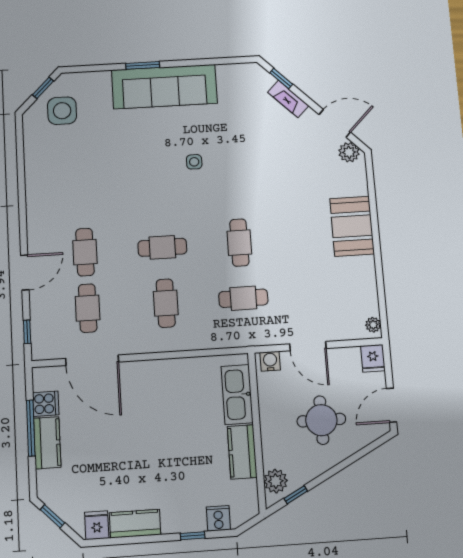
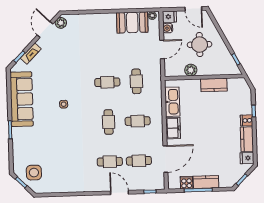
sofa: (164, 87) -> (22, 99), moved
booth: (352, 226) -> (132, 22), moved
water cooler: (270, 361) -> (168, 28), moved
freezer: (154, 373) -> (173, 128), added
kitchen sink: (237, 395) -> (172, 102), moved, turned -90
plant: (276, 481) -> (191, 70), moved
cooker: (218, 518) -> (247, 120), moved

